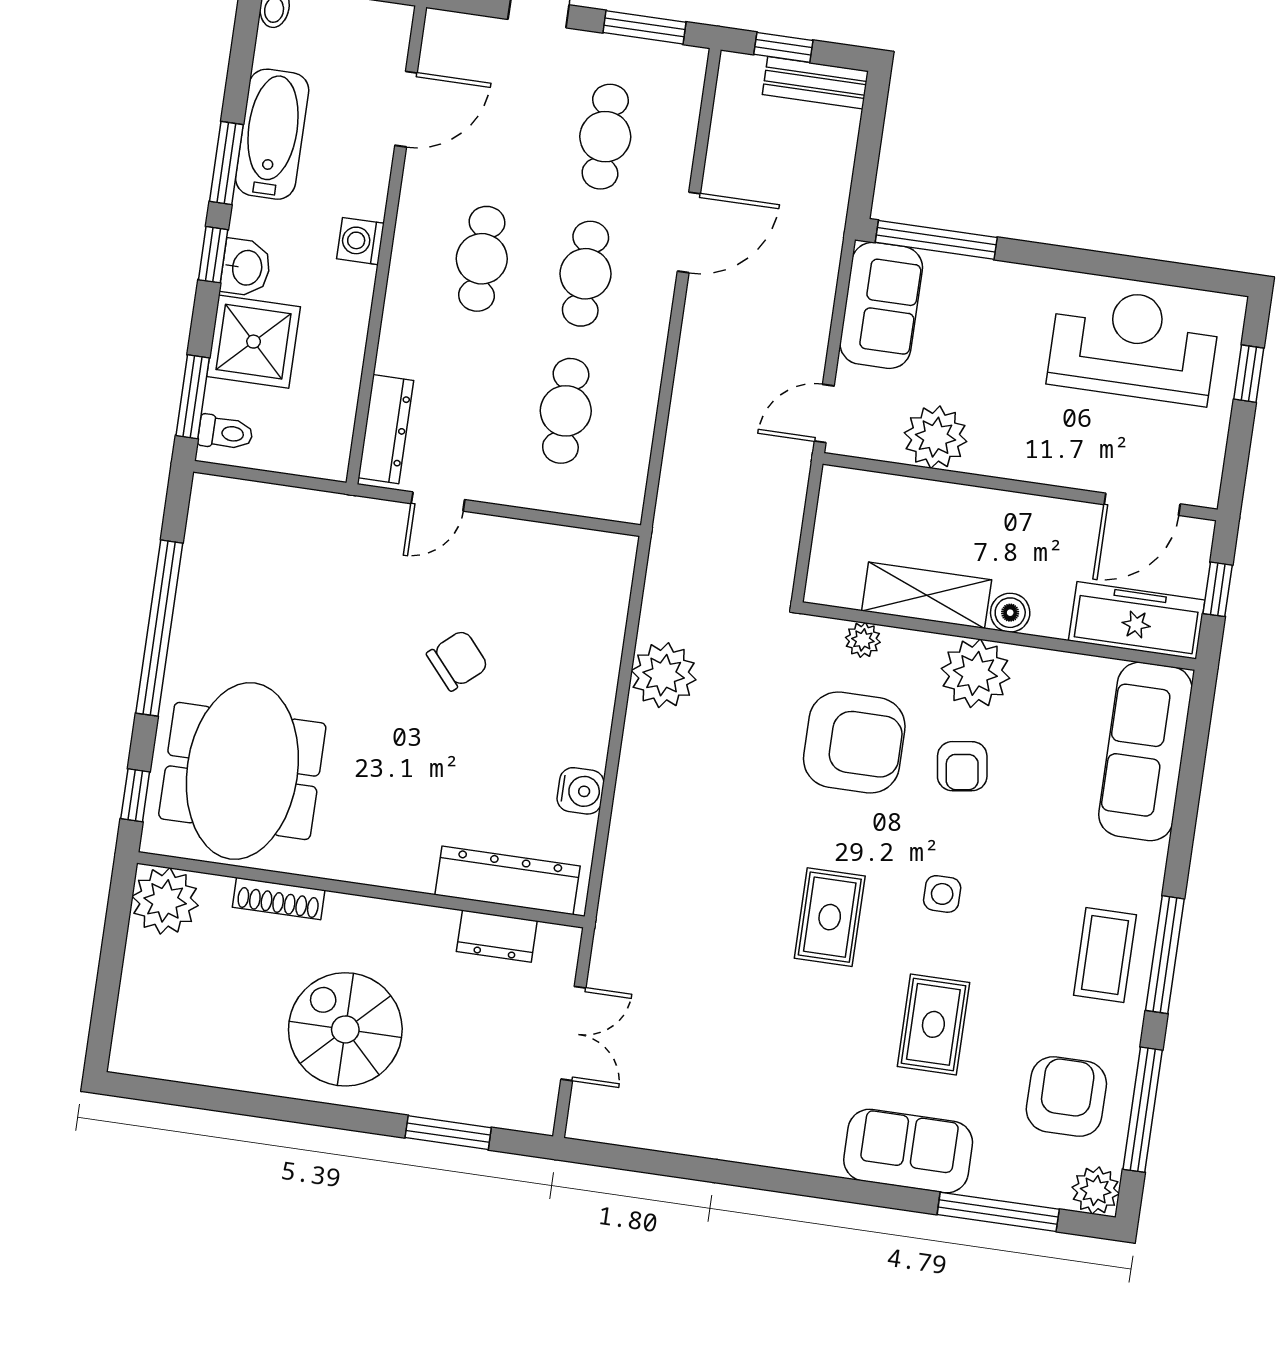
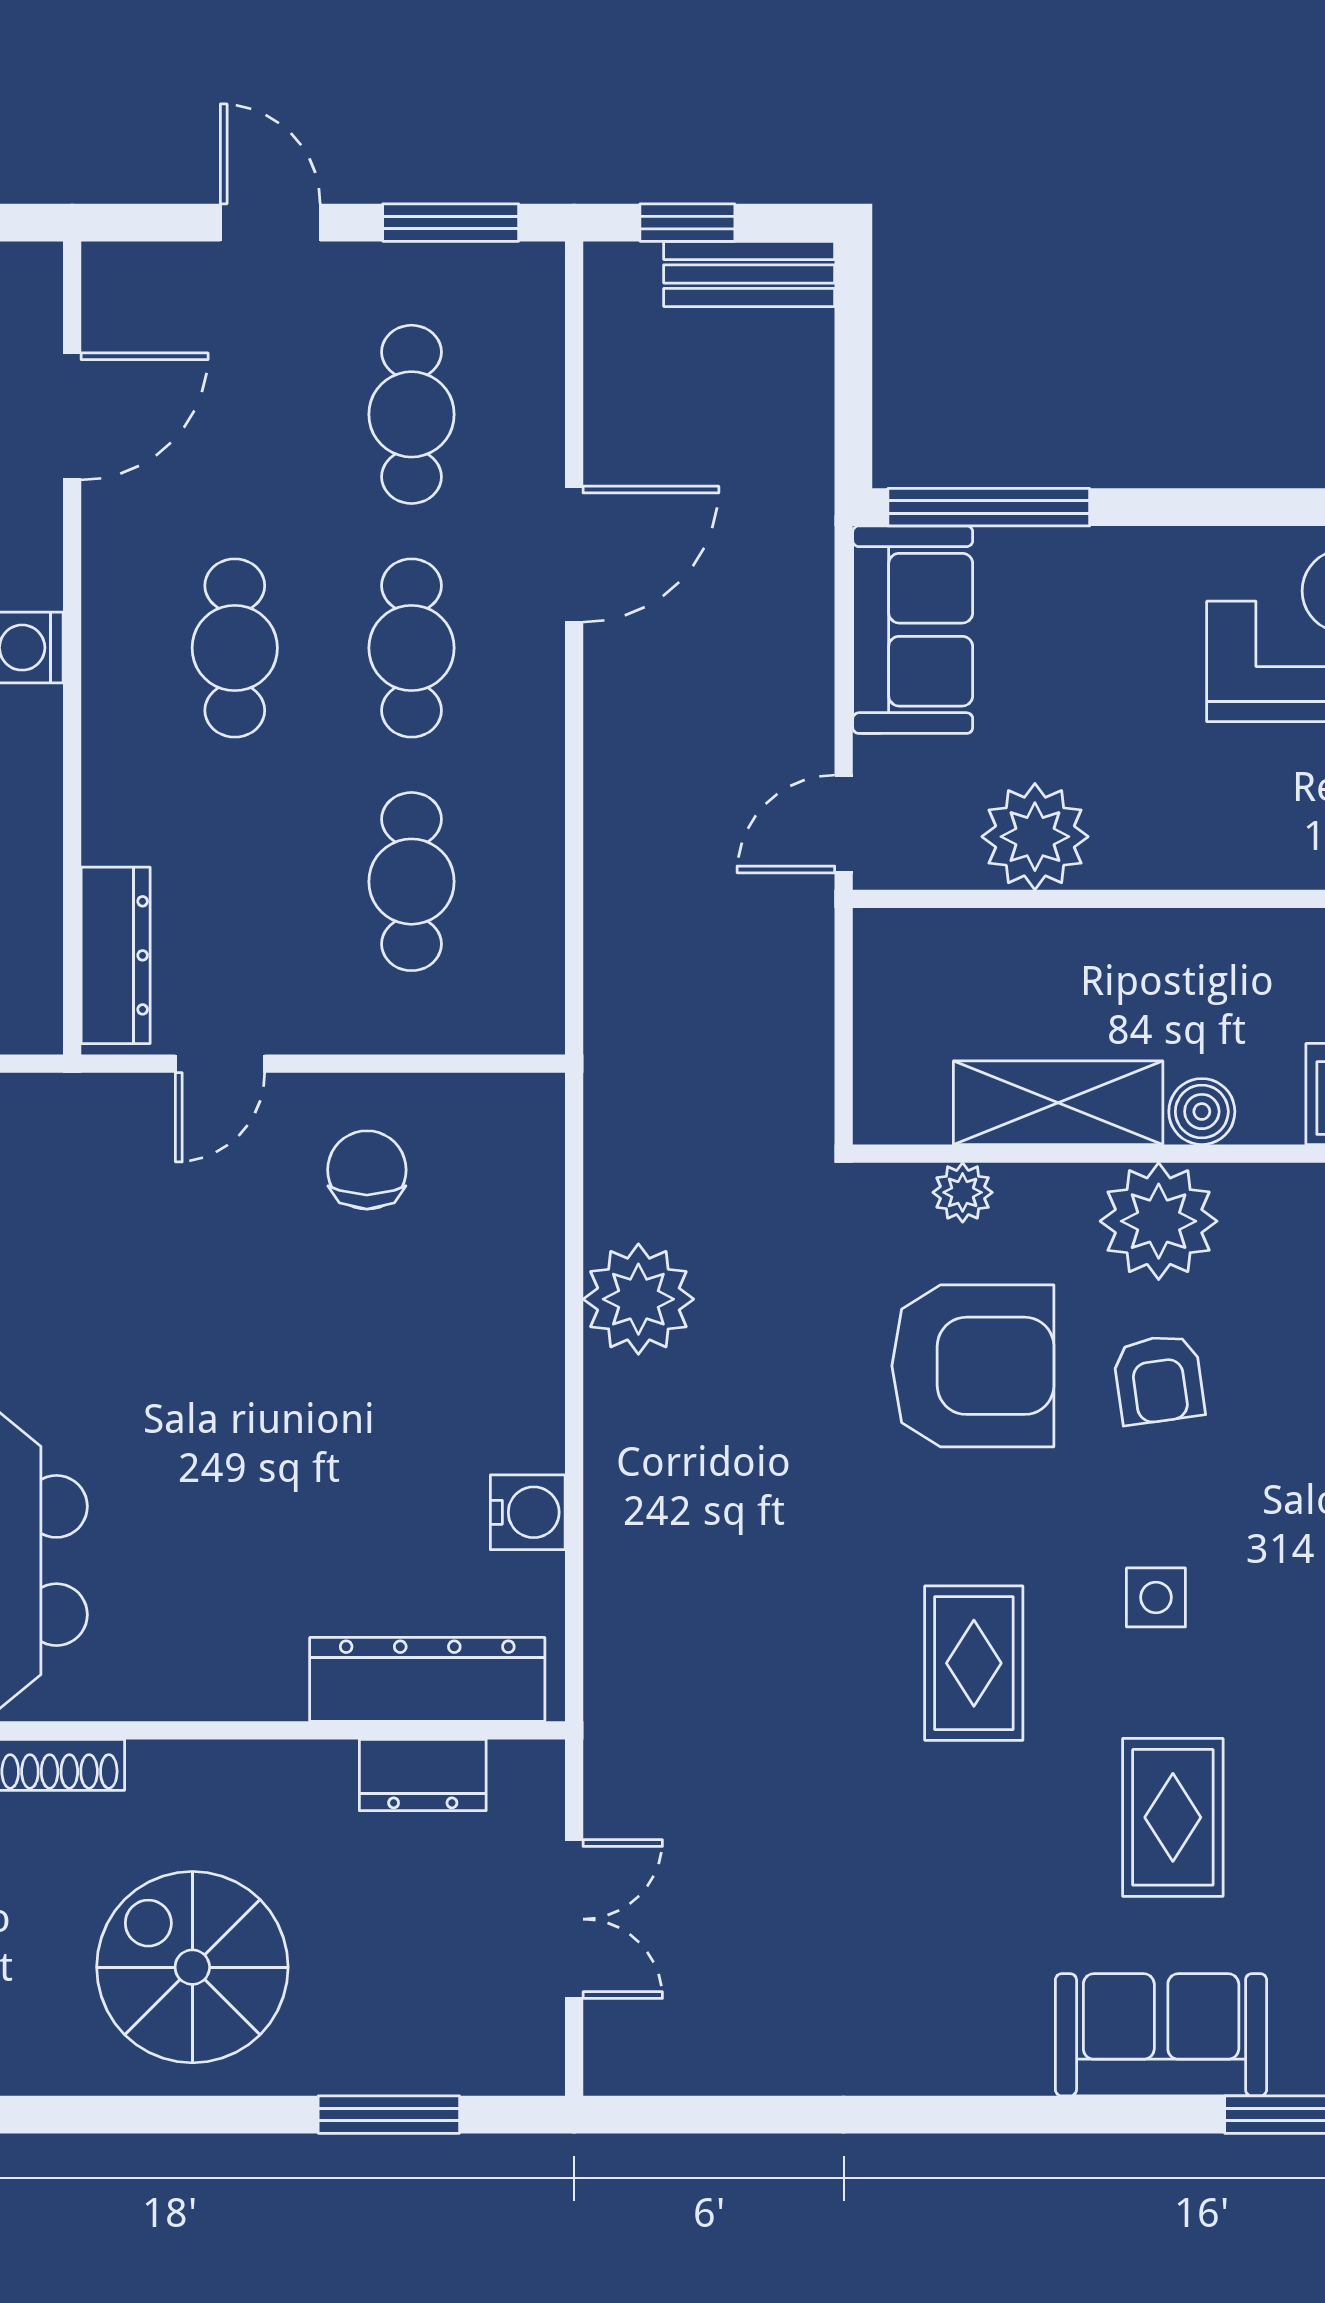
chair: (458, 660) -> (367, 1170), moved, turned -49

